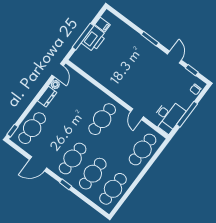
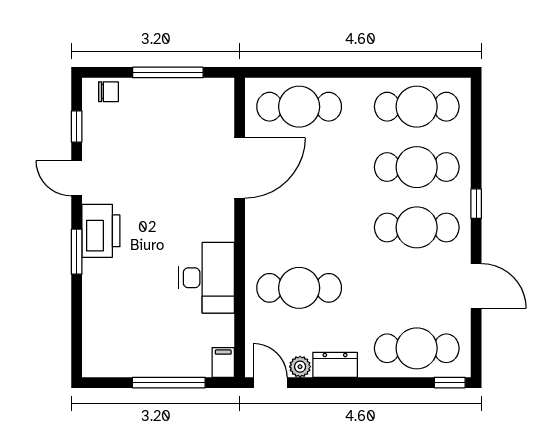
filing cabinet: (103, 25) -> (223, 362), moved
printer: (94, 39) -> (101, 231), moved, turned 90
door: (174, 57) -> (77, 178), hinge flipped
door: (58, 70) -> (270, 383), hinge flipped
door: (137, 114) -> (240, 168), width x1.87
desk: (168, 116) -> (207, 278), moved, turned 90
cafe table: (102, 119) -> (299, 288), moved

